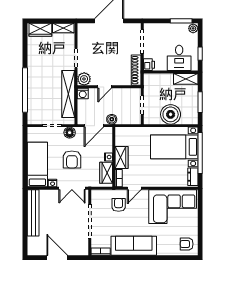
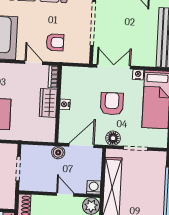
door: (105, 87) -> (65, 194), hinge flipped
wardrobe: (106, 173) -> (69, 84), removed
door: (134, 188) -> (34, 63), hinge flipped
armchair: (119, 205) -> (55, 42), turned -90

